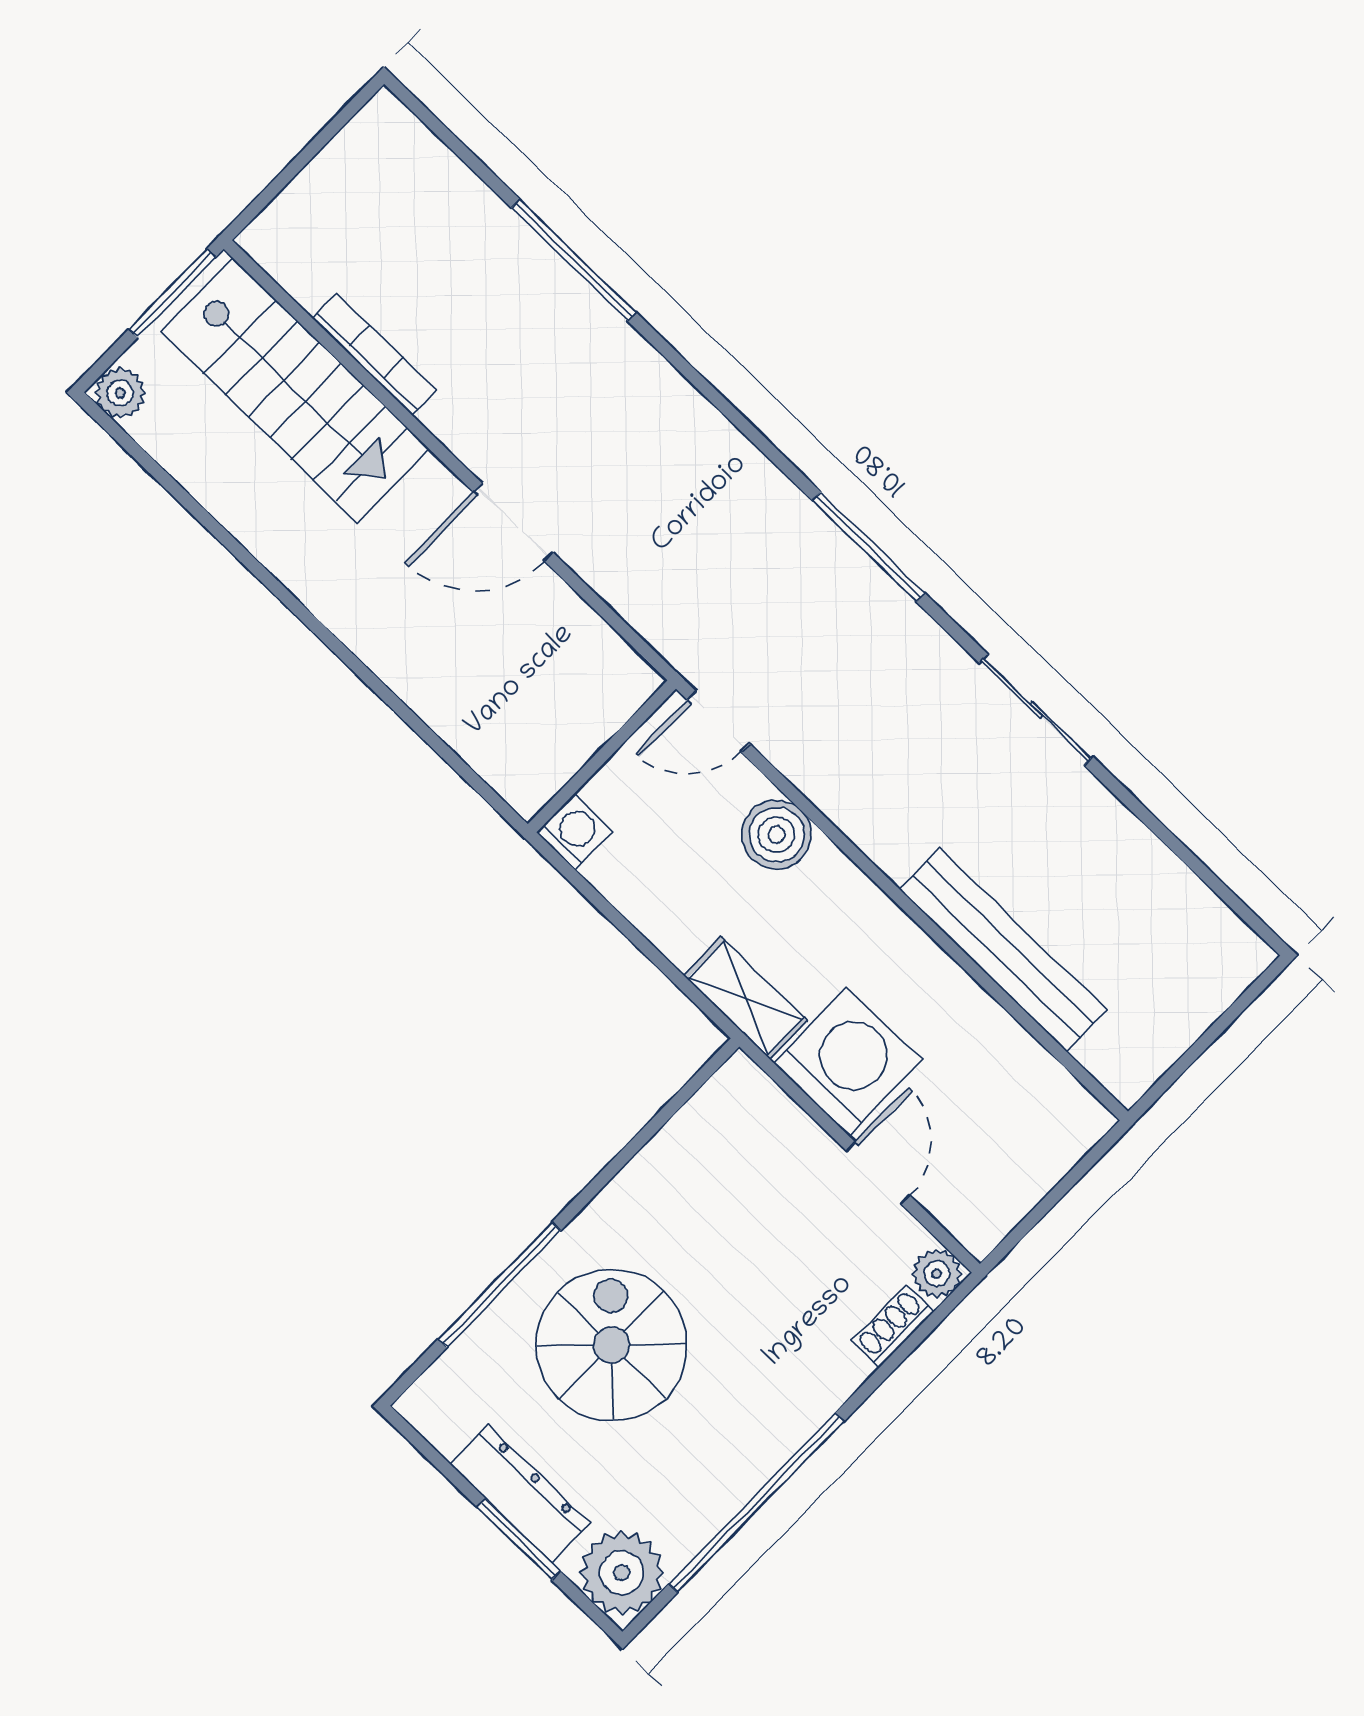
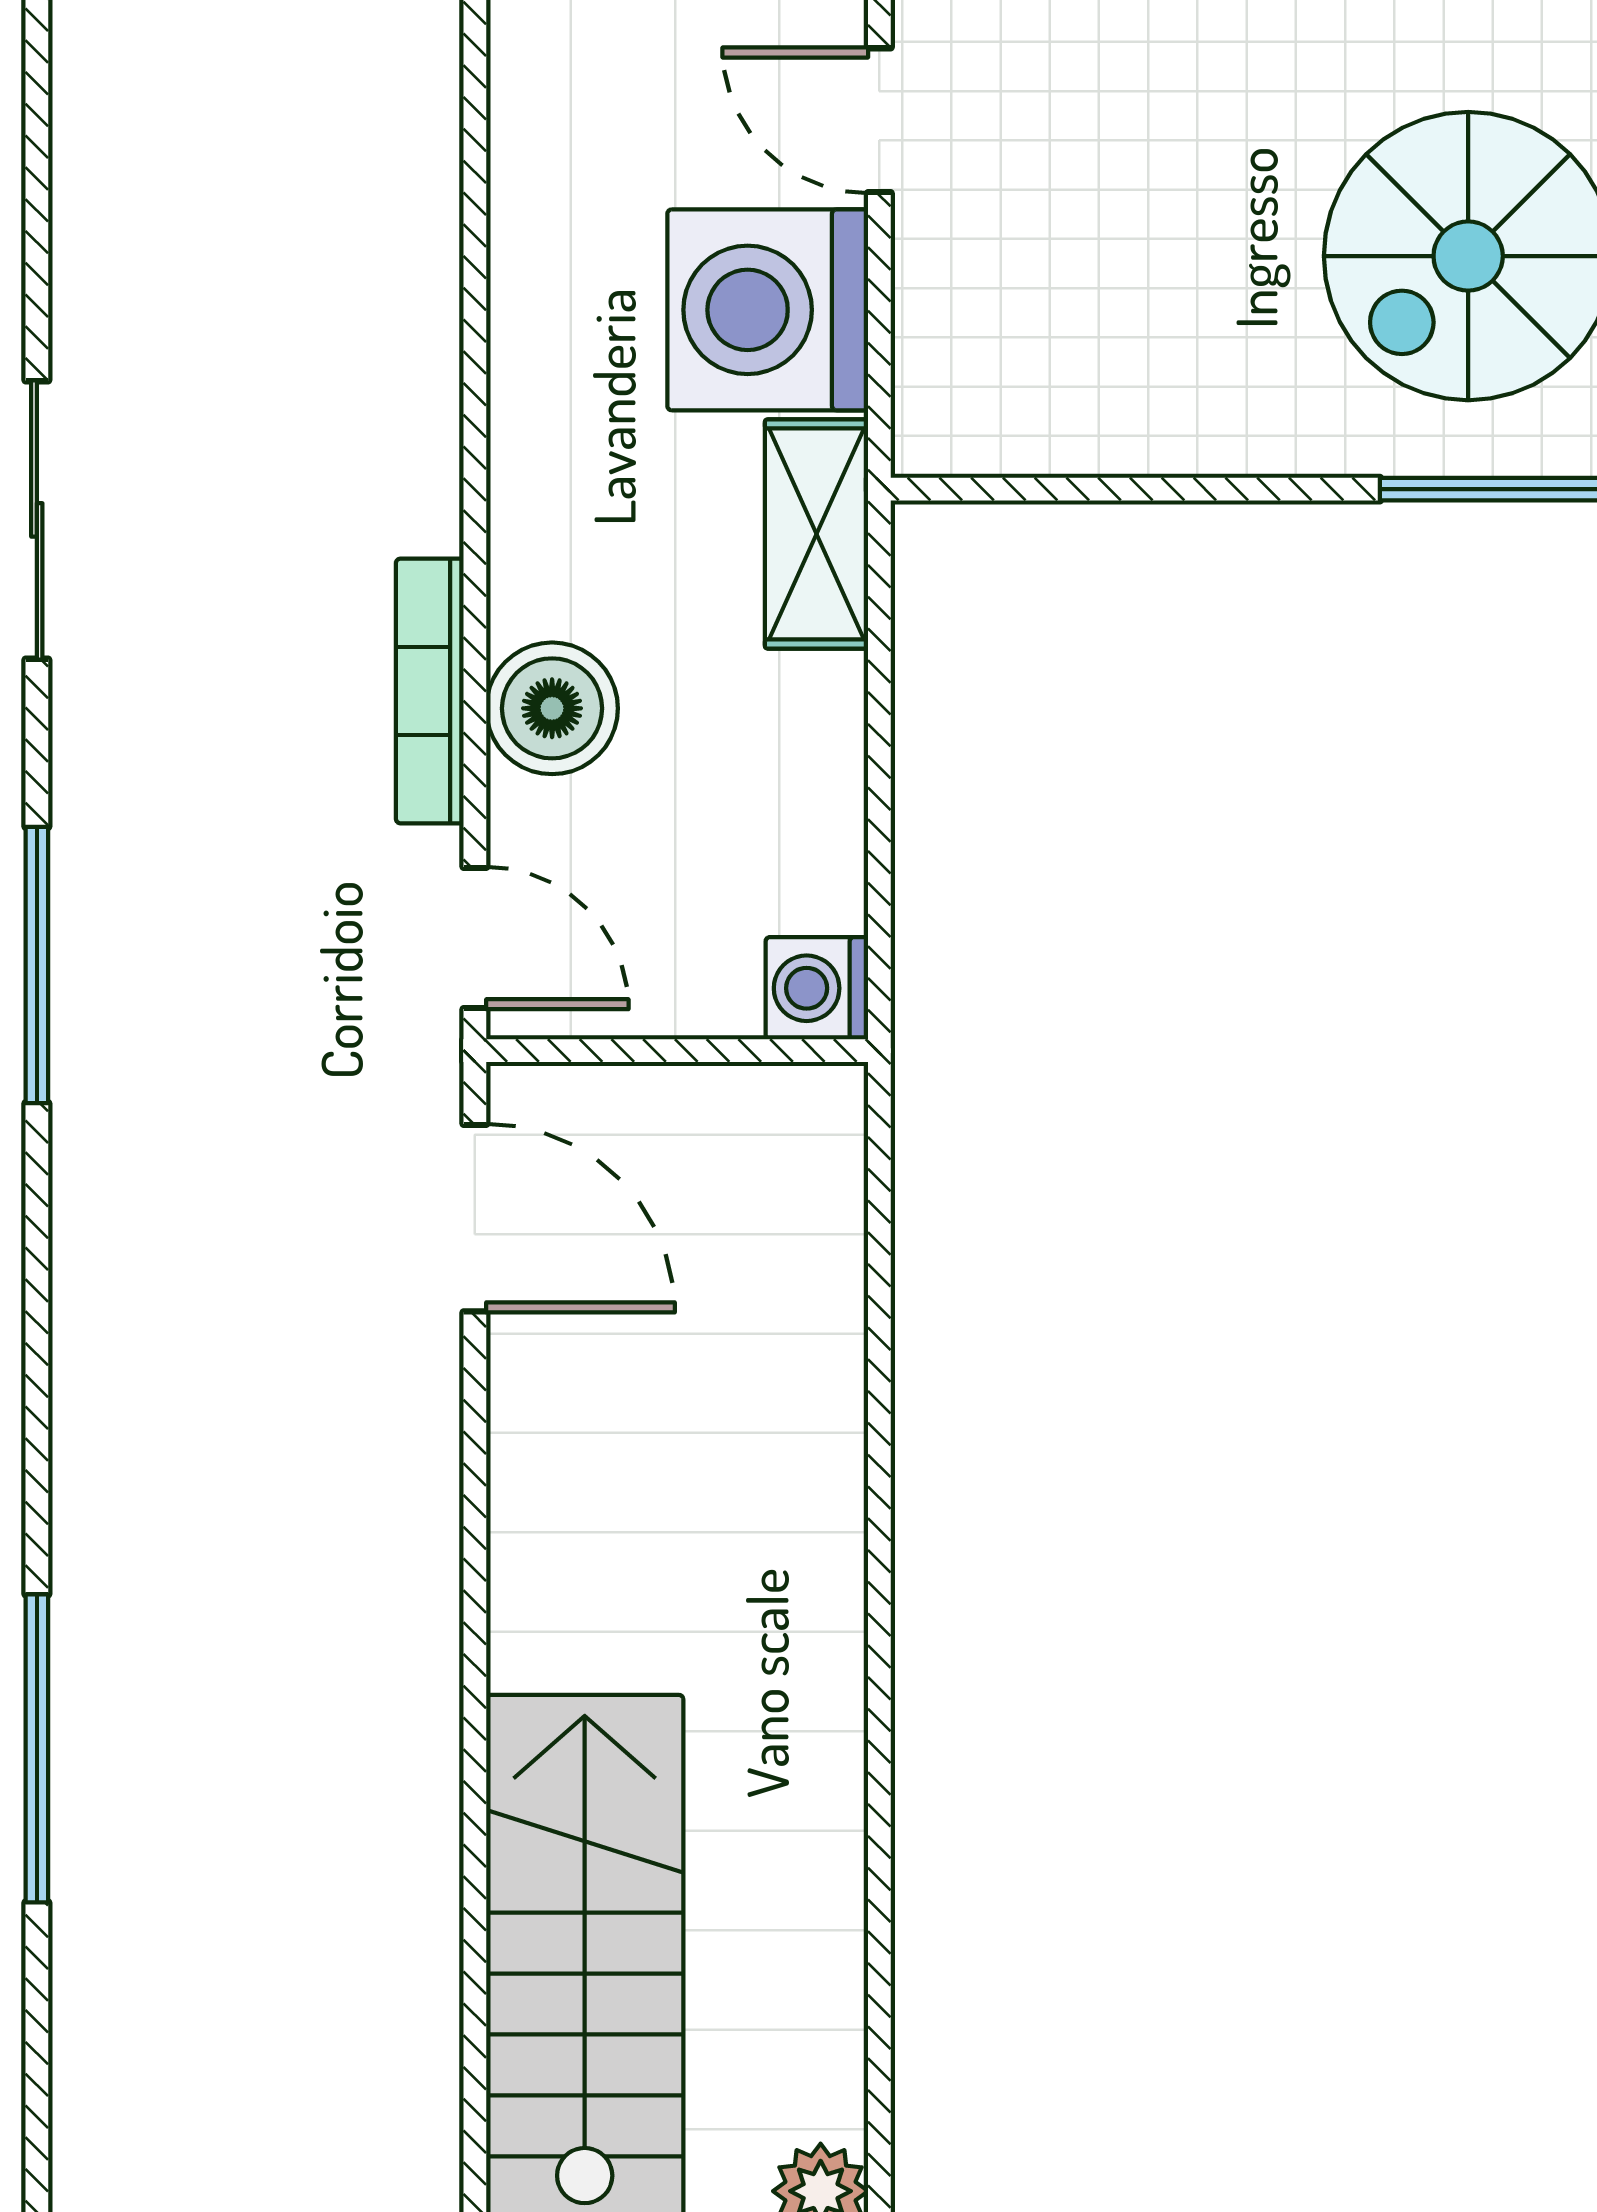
bookcase: (374, 354) -> (430, 691), moved
door: (513, 522) -> (475, 1218), moved
bench: (1003, 950) -> (408, 246), removed
door: (878, 1173) -> (879, 120), hinge flipped

